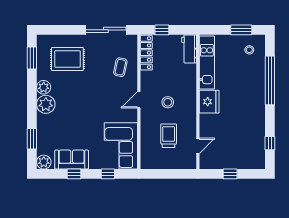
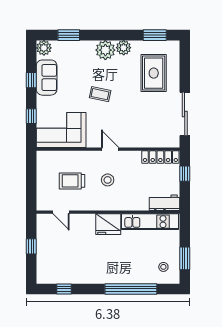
coffee table: (120, 67) -> (100, 94), moved
trolley: (169, 136) -> (72, 181), turned 180

